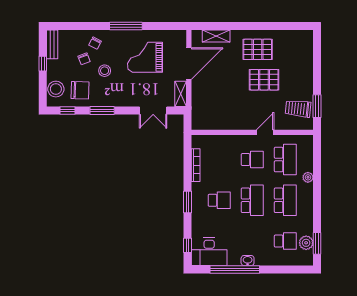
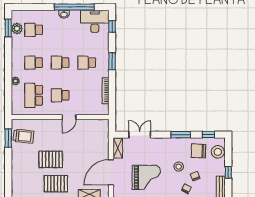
door: (265, 132) -> (69, 117), moved
school desk: (252, 200) -> (60, 63), width x0.54
school desk: (285, 200) -> (34, 63), width x0.54

